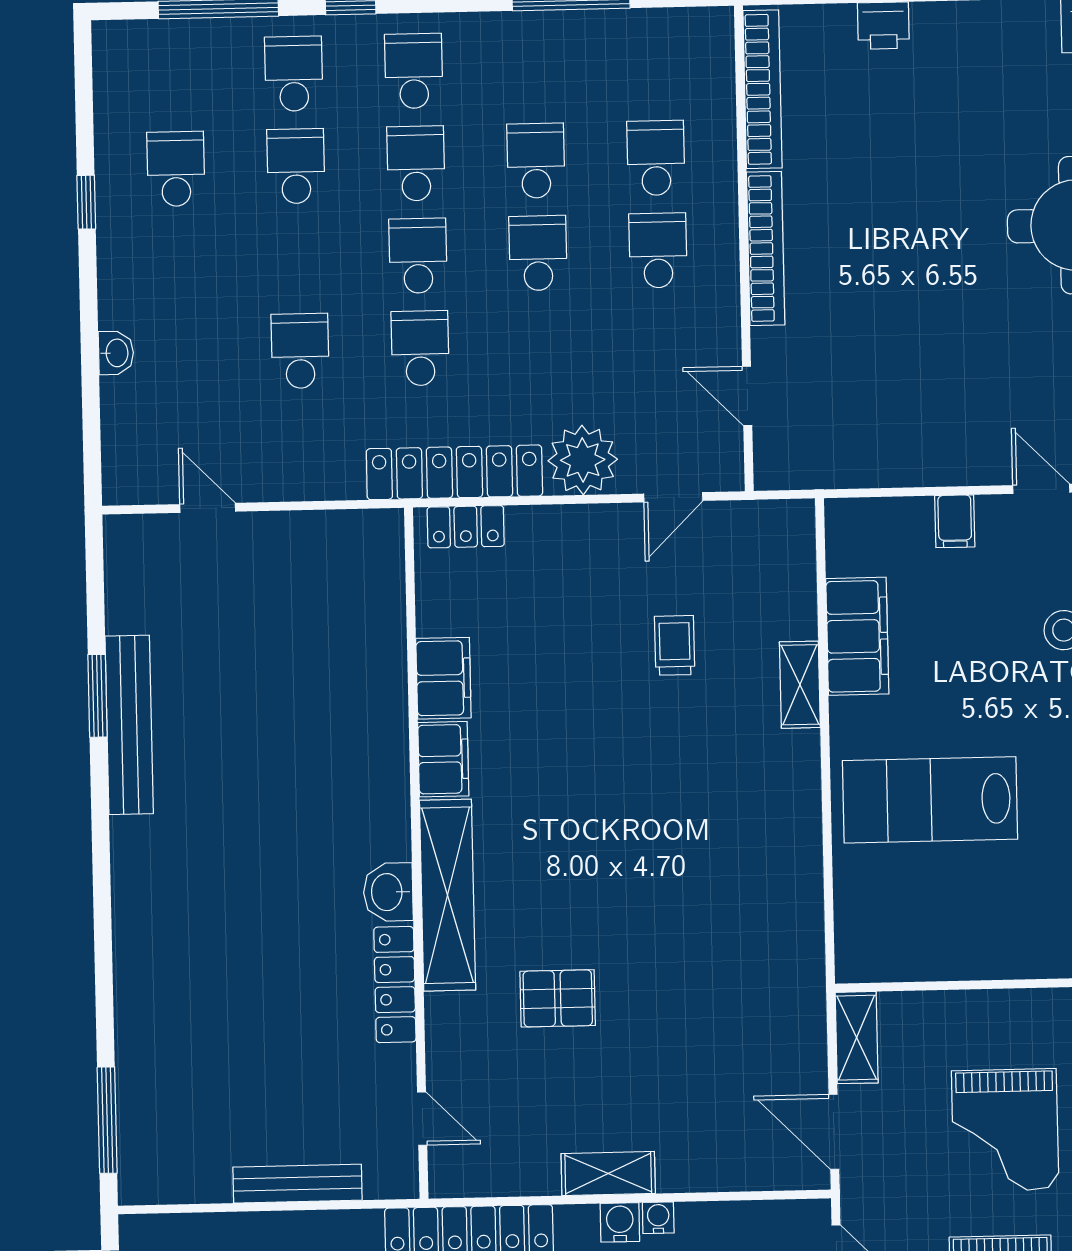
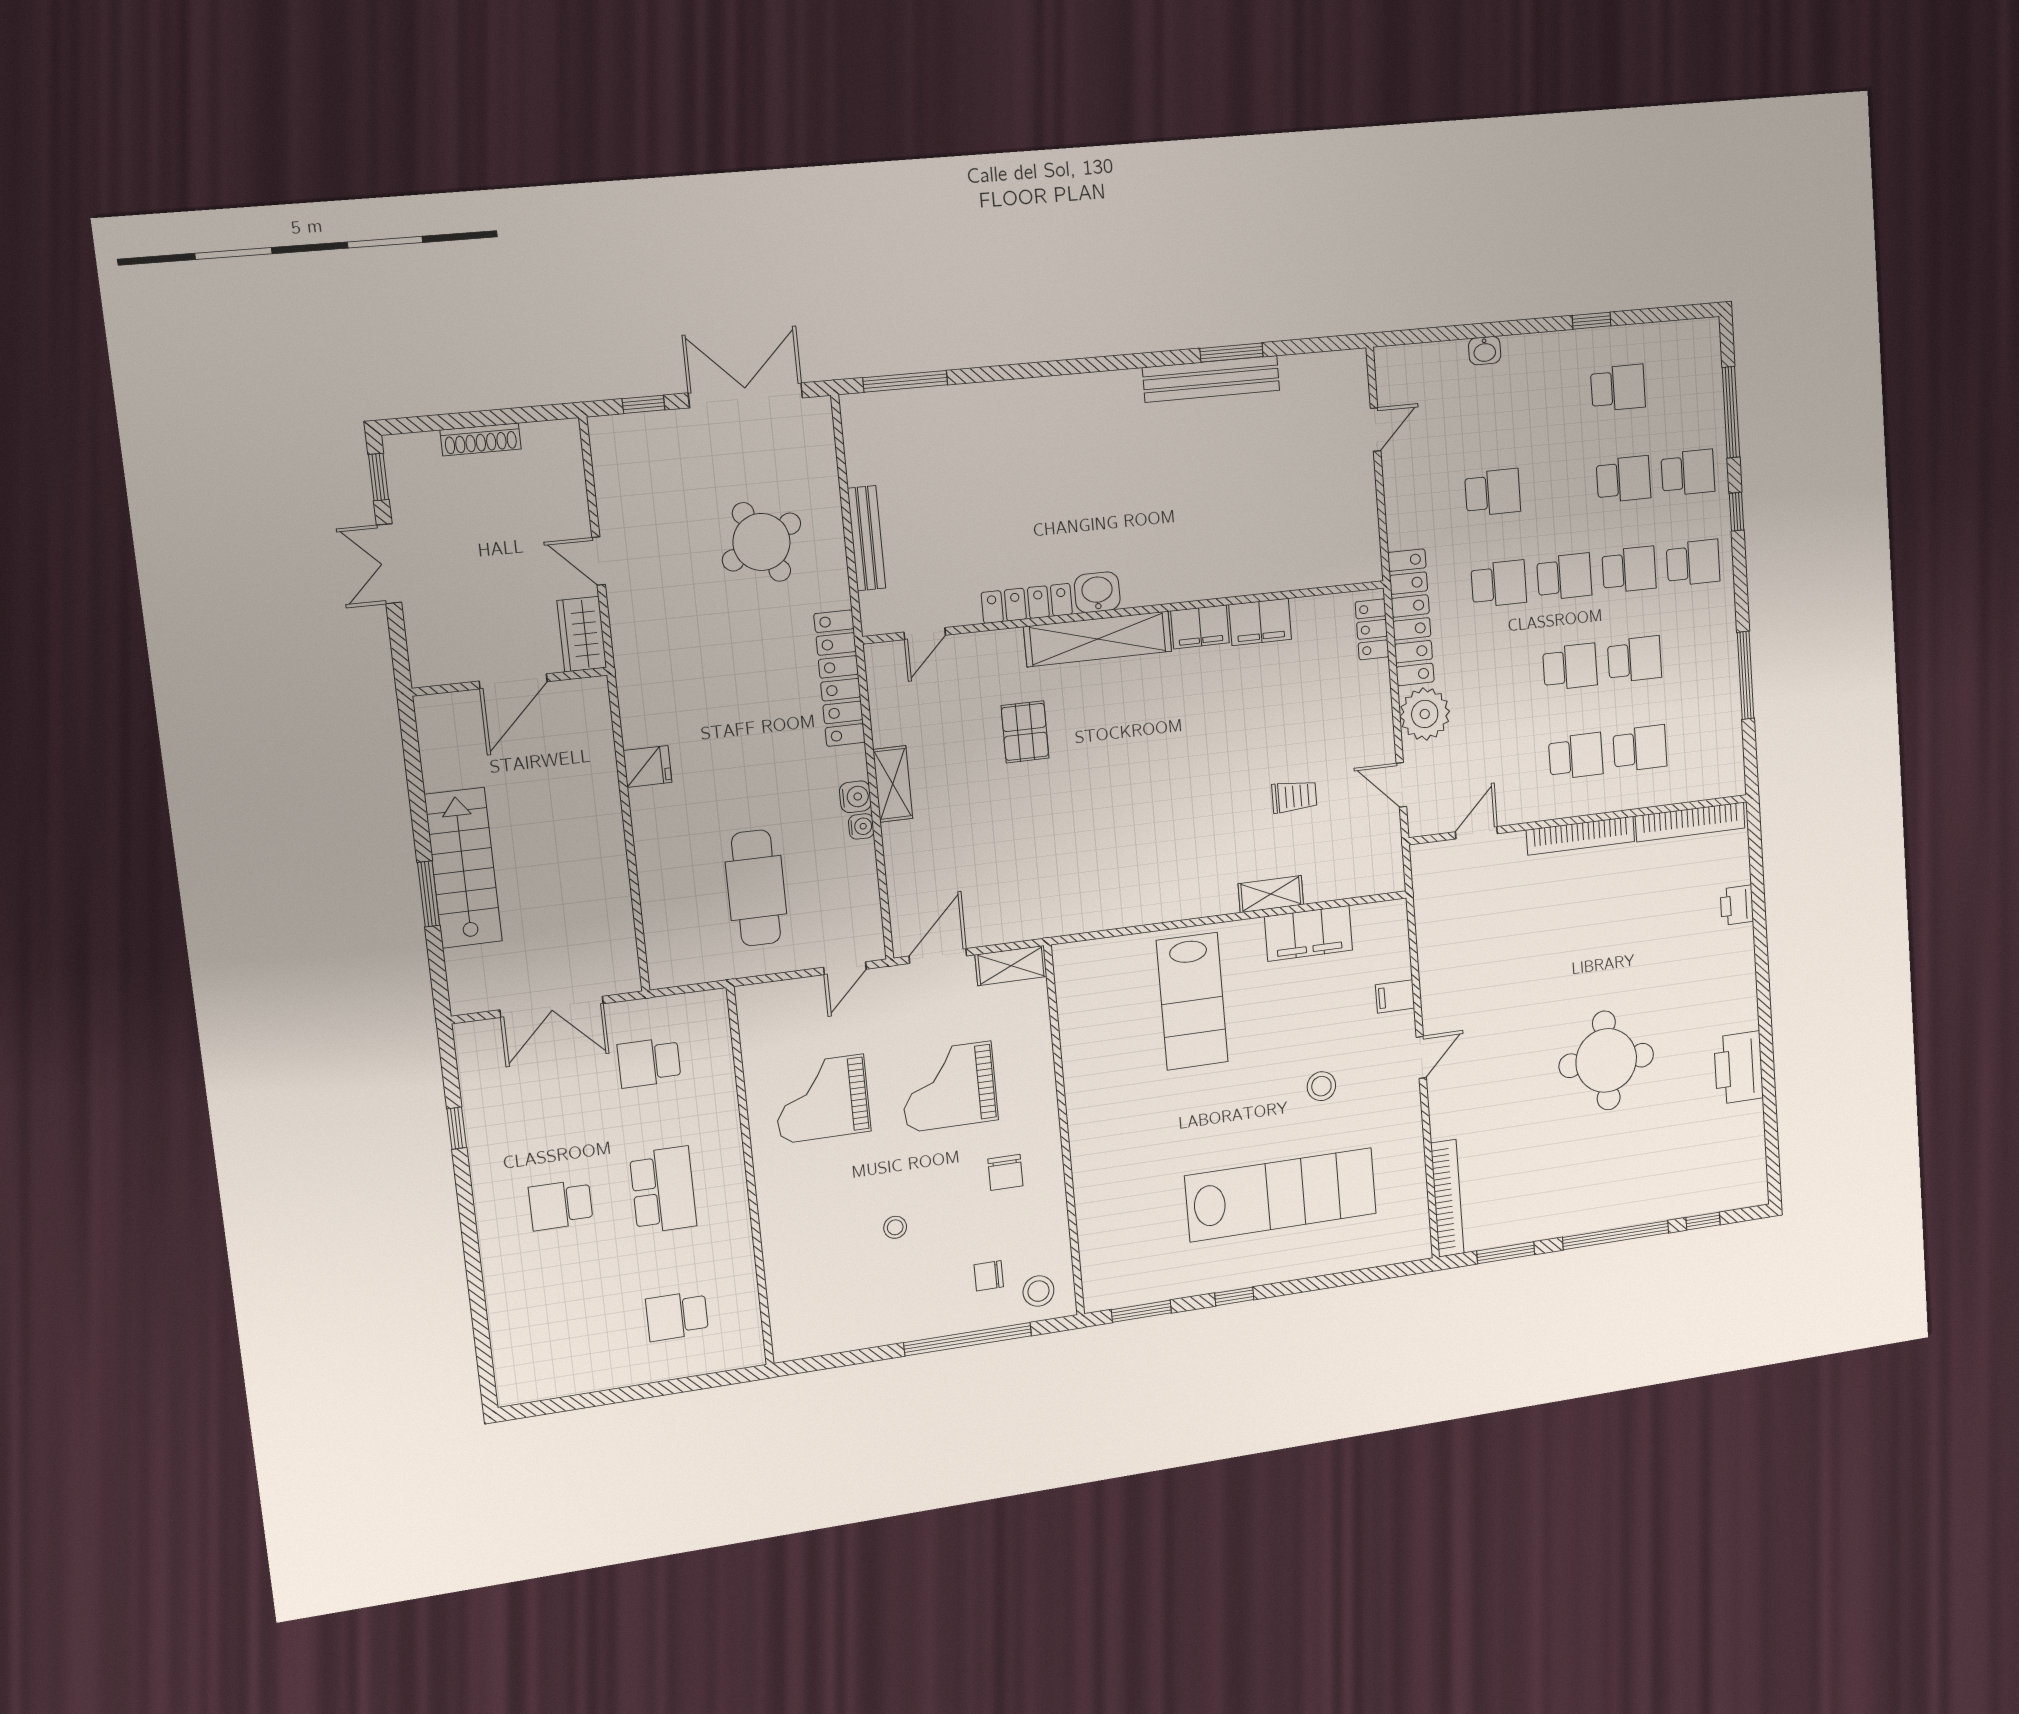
lab bench: (930, 800) -> (1192, 1001), turned 180

